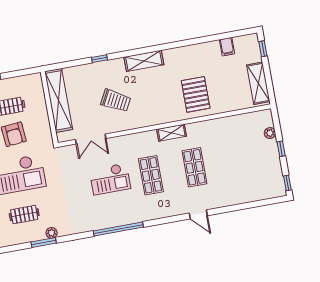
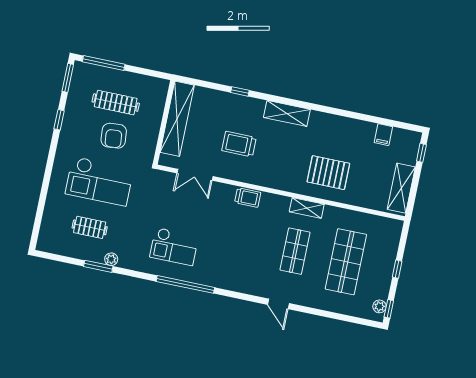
pallet: (196, 94) -> (328, 173), turned 90
trolley: (116, 101) -> (239, 144), turned 152
shelving: (172, 133) -> (307, 208), moved
plant: (270, 133) -> (379, 306), moved
trolley: (140, 140) -> (248, 198), added
shop shelf: (151, 175) -> (346, 262), moved, width x1.43, depth x1.36
checkout: (110, 179) -> (174, 247), moved

